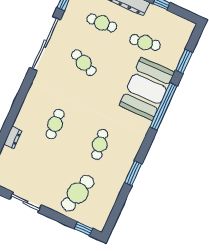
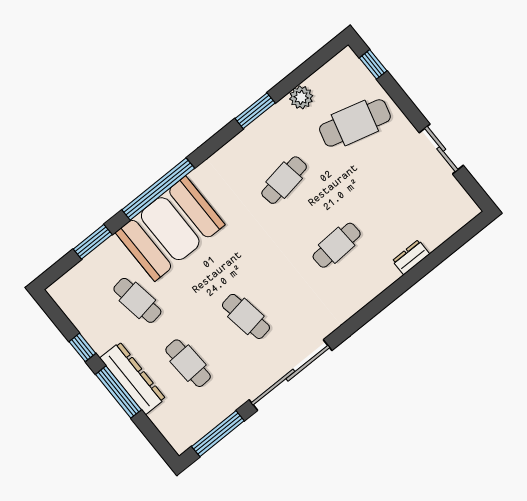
cafe table: (84, 63) -> (246, 316), turned -33
plant: (113, 192) -> (301, 97), added

